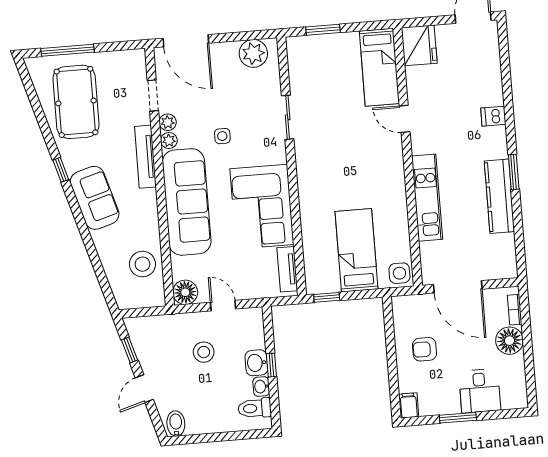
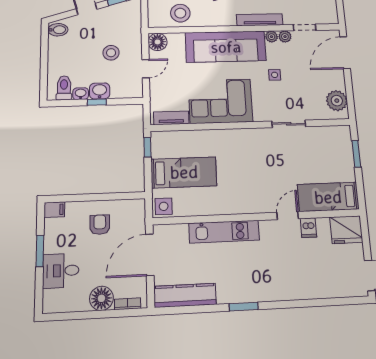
dishwasher: (493, 116) -> (308, 228), moved, turned 180
kitchen counter: (499, 196) -> (185, 295), moved

